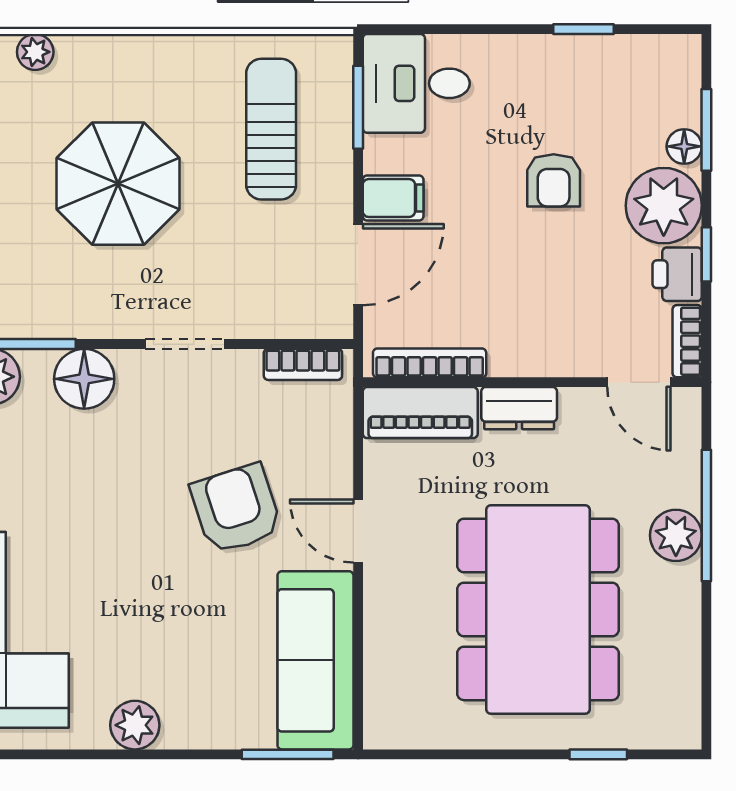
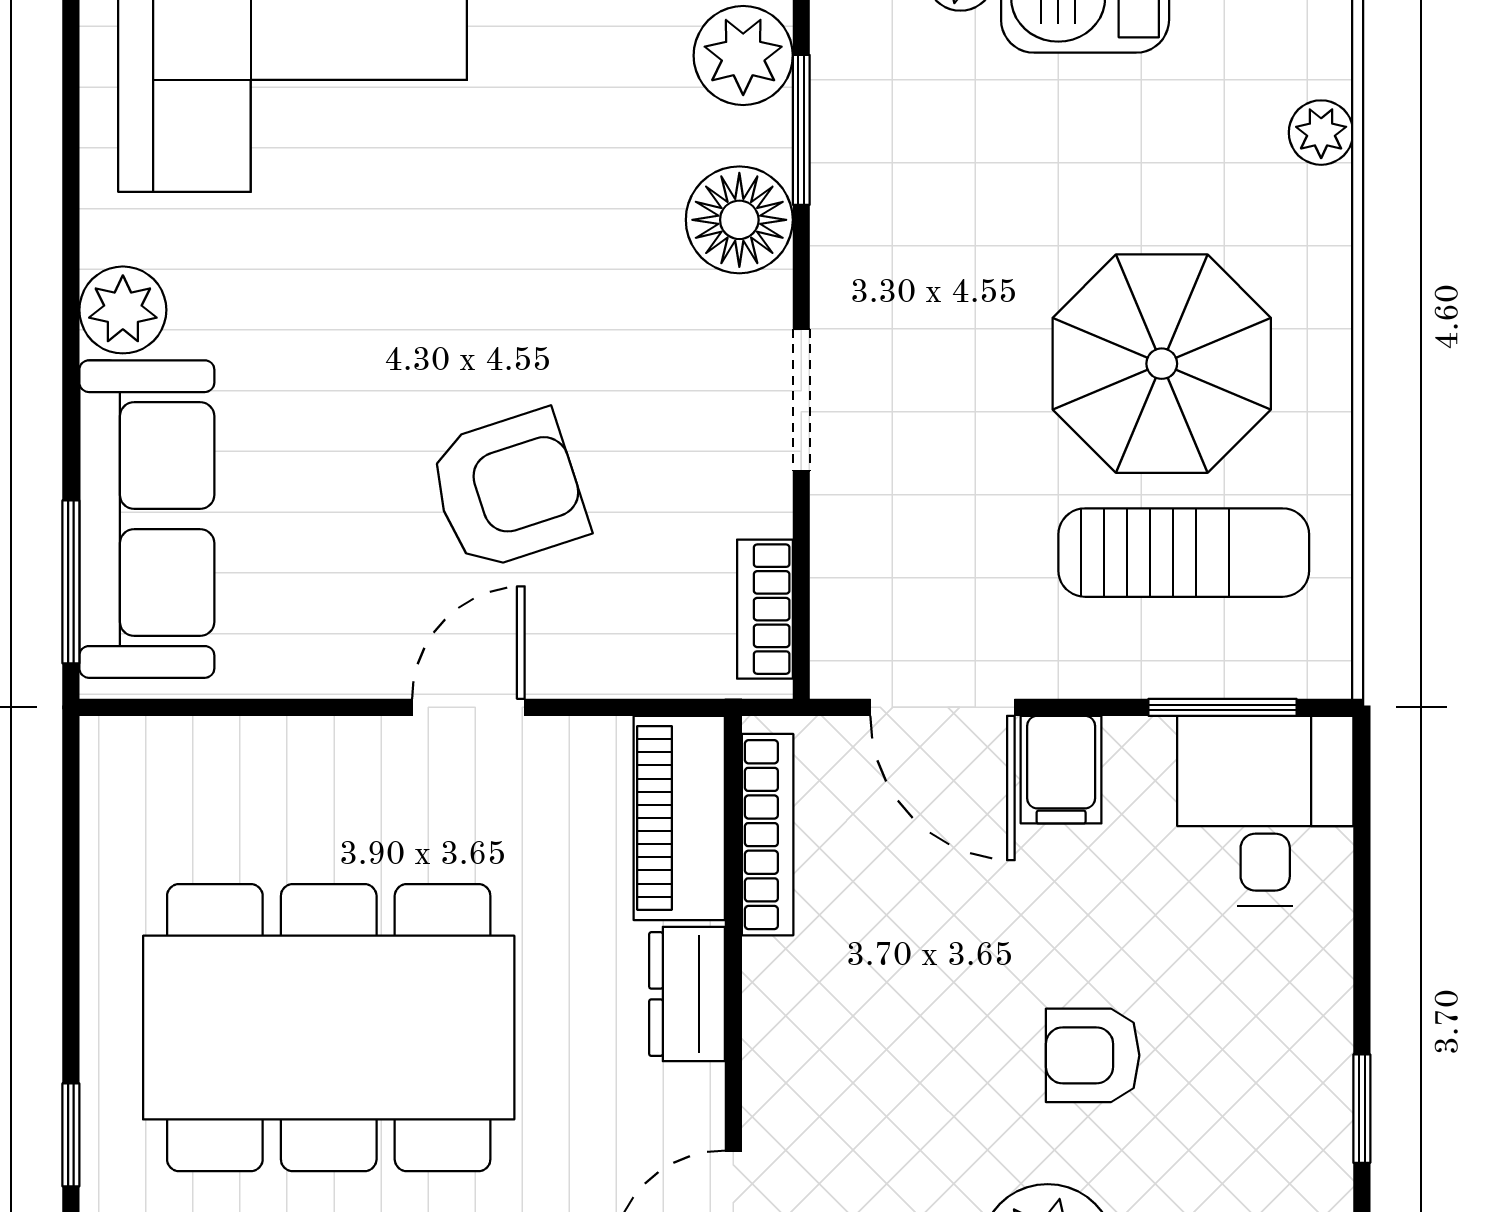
parasol: (118, 184) -> (1162, 364), moved
sofa: (315, 660) -> (147, 519), moved, turned 90

